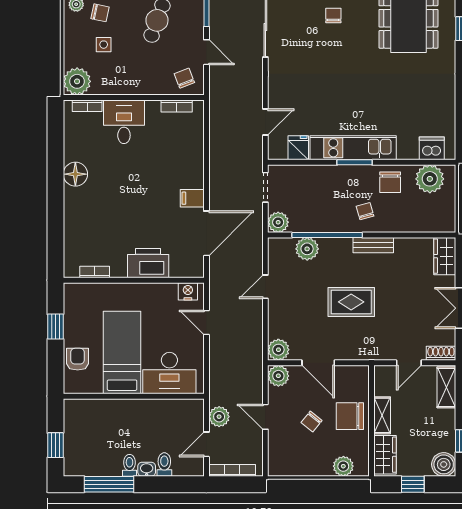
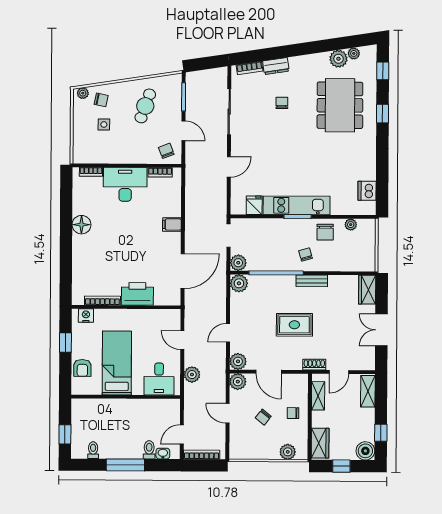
plant: (77, 81) -> (83, 153), removed
desk: (124, 122) -> (125, 184), width x1.37
door: (265, 122) -> (229, 167), moved
dishwasher: (432, 148) -> (367, 191), moved, turned -90
plant: (430, 179) -> (351, 225), width x0.53, depth x0.53
filing cabinet: (192, 198) -> (172, 224), moved
plant: (307, 249) -> (239, 283), moved
bookcase: (95, 272) -> (102, 301), width x1.56
door: (265, 287) -> (228, 333), moved
nightstand: (188, 291) -> (86, 315), moved
shoe rack: (441, 353) -> (314, 365), moved
armchair: (78, 359) -> (82, 368), turned 180
desk: (169, 373) -> (159, 379), width x0.73
shelving: (382, 415) -> (318, 396), moved
chair: (350, 416) -> (293, 413), width x0.54, depth x0.54
plant: (219, 417) -> (192, 375), moved
toilet: (129, 465) -> (93, 450), moved
washbasin: (147, 469) -> (163, 454), moved
window: (109, 484) -> (125, 465), moved

